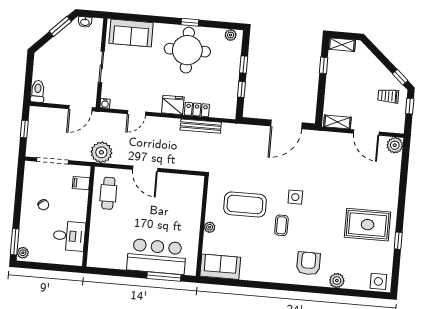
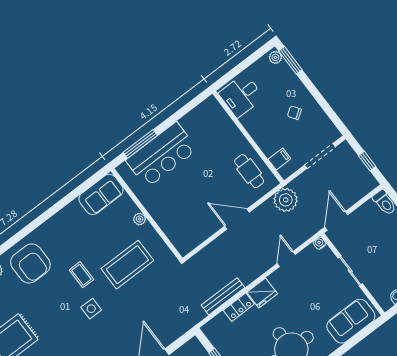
desk: (69, 236) -> (241, 95), moved
armchair: (308, 263) -> (30, 263), width x1.36, depth x1.36

